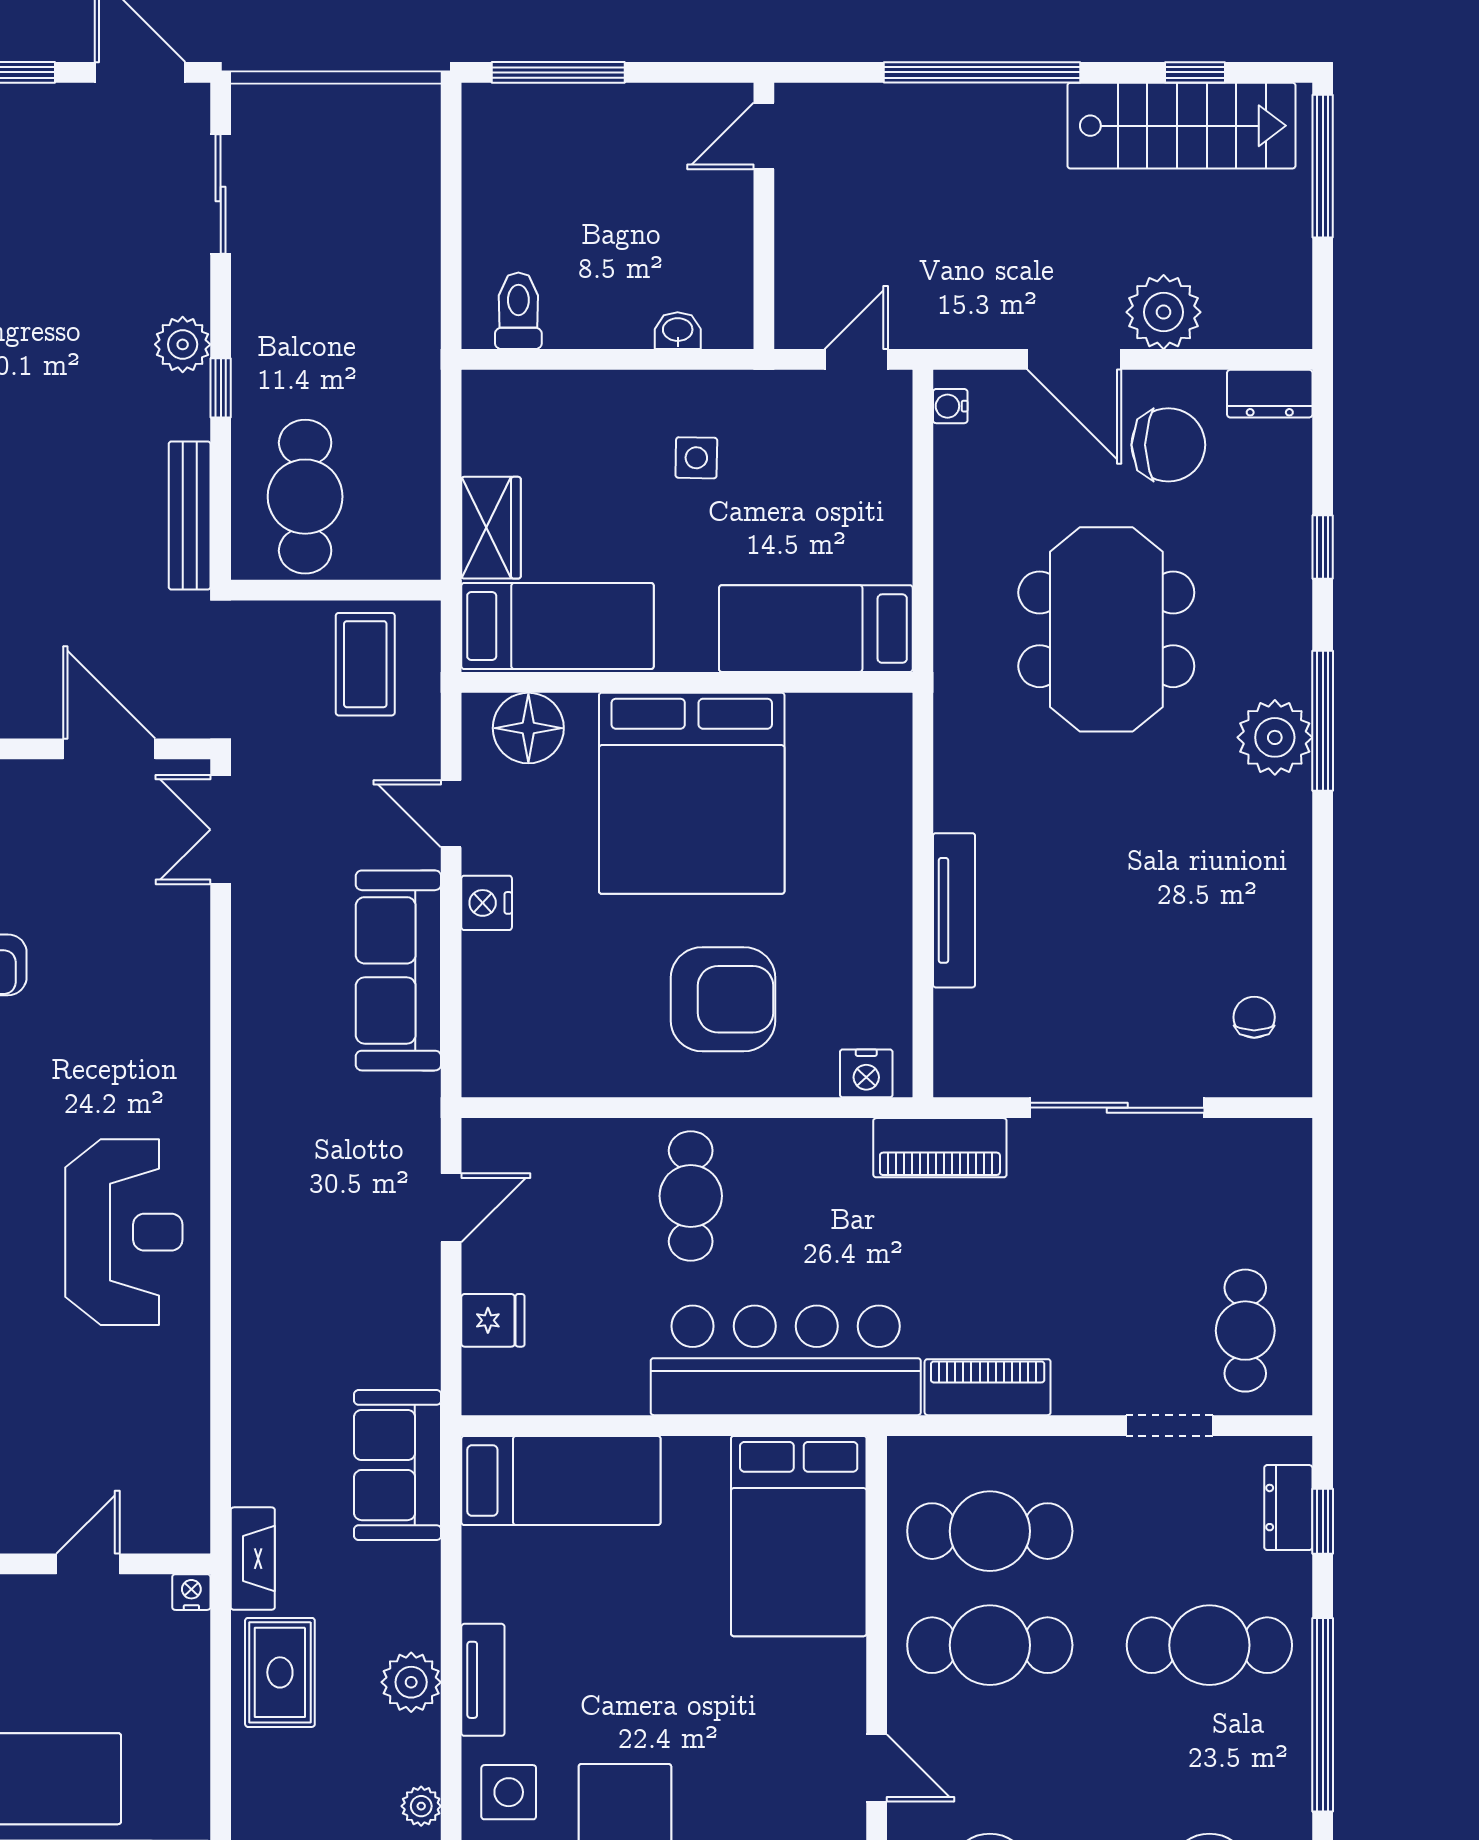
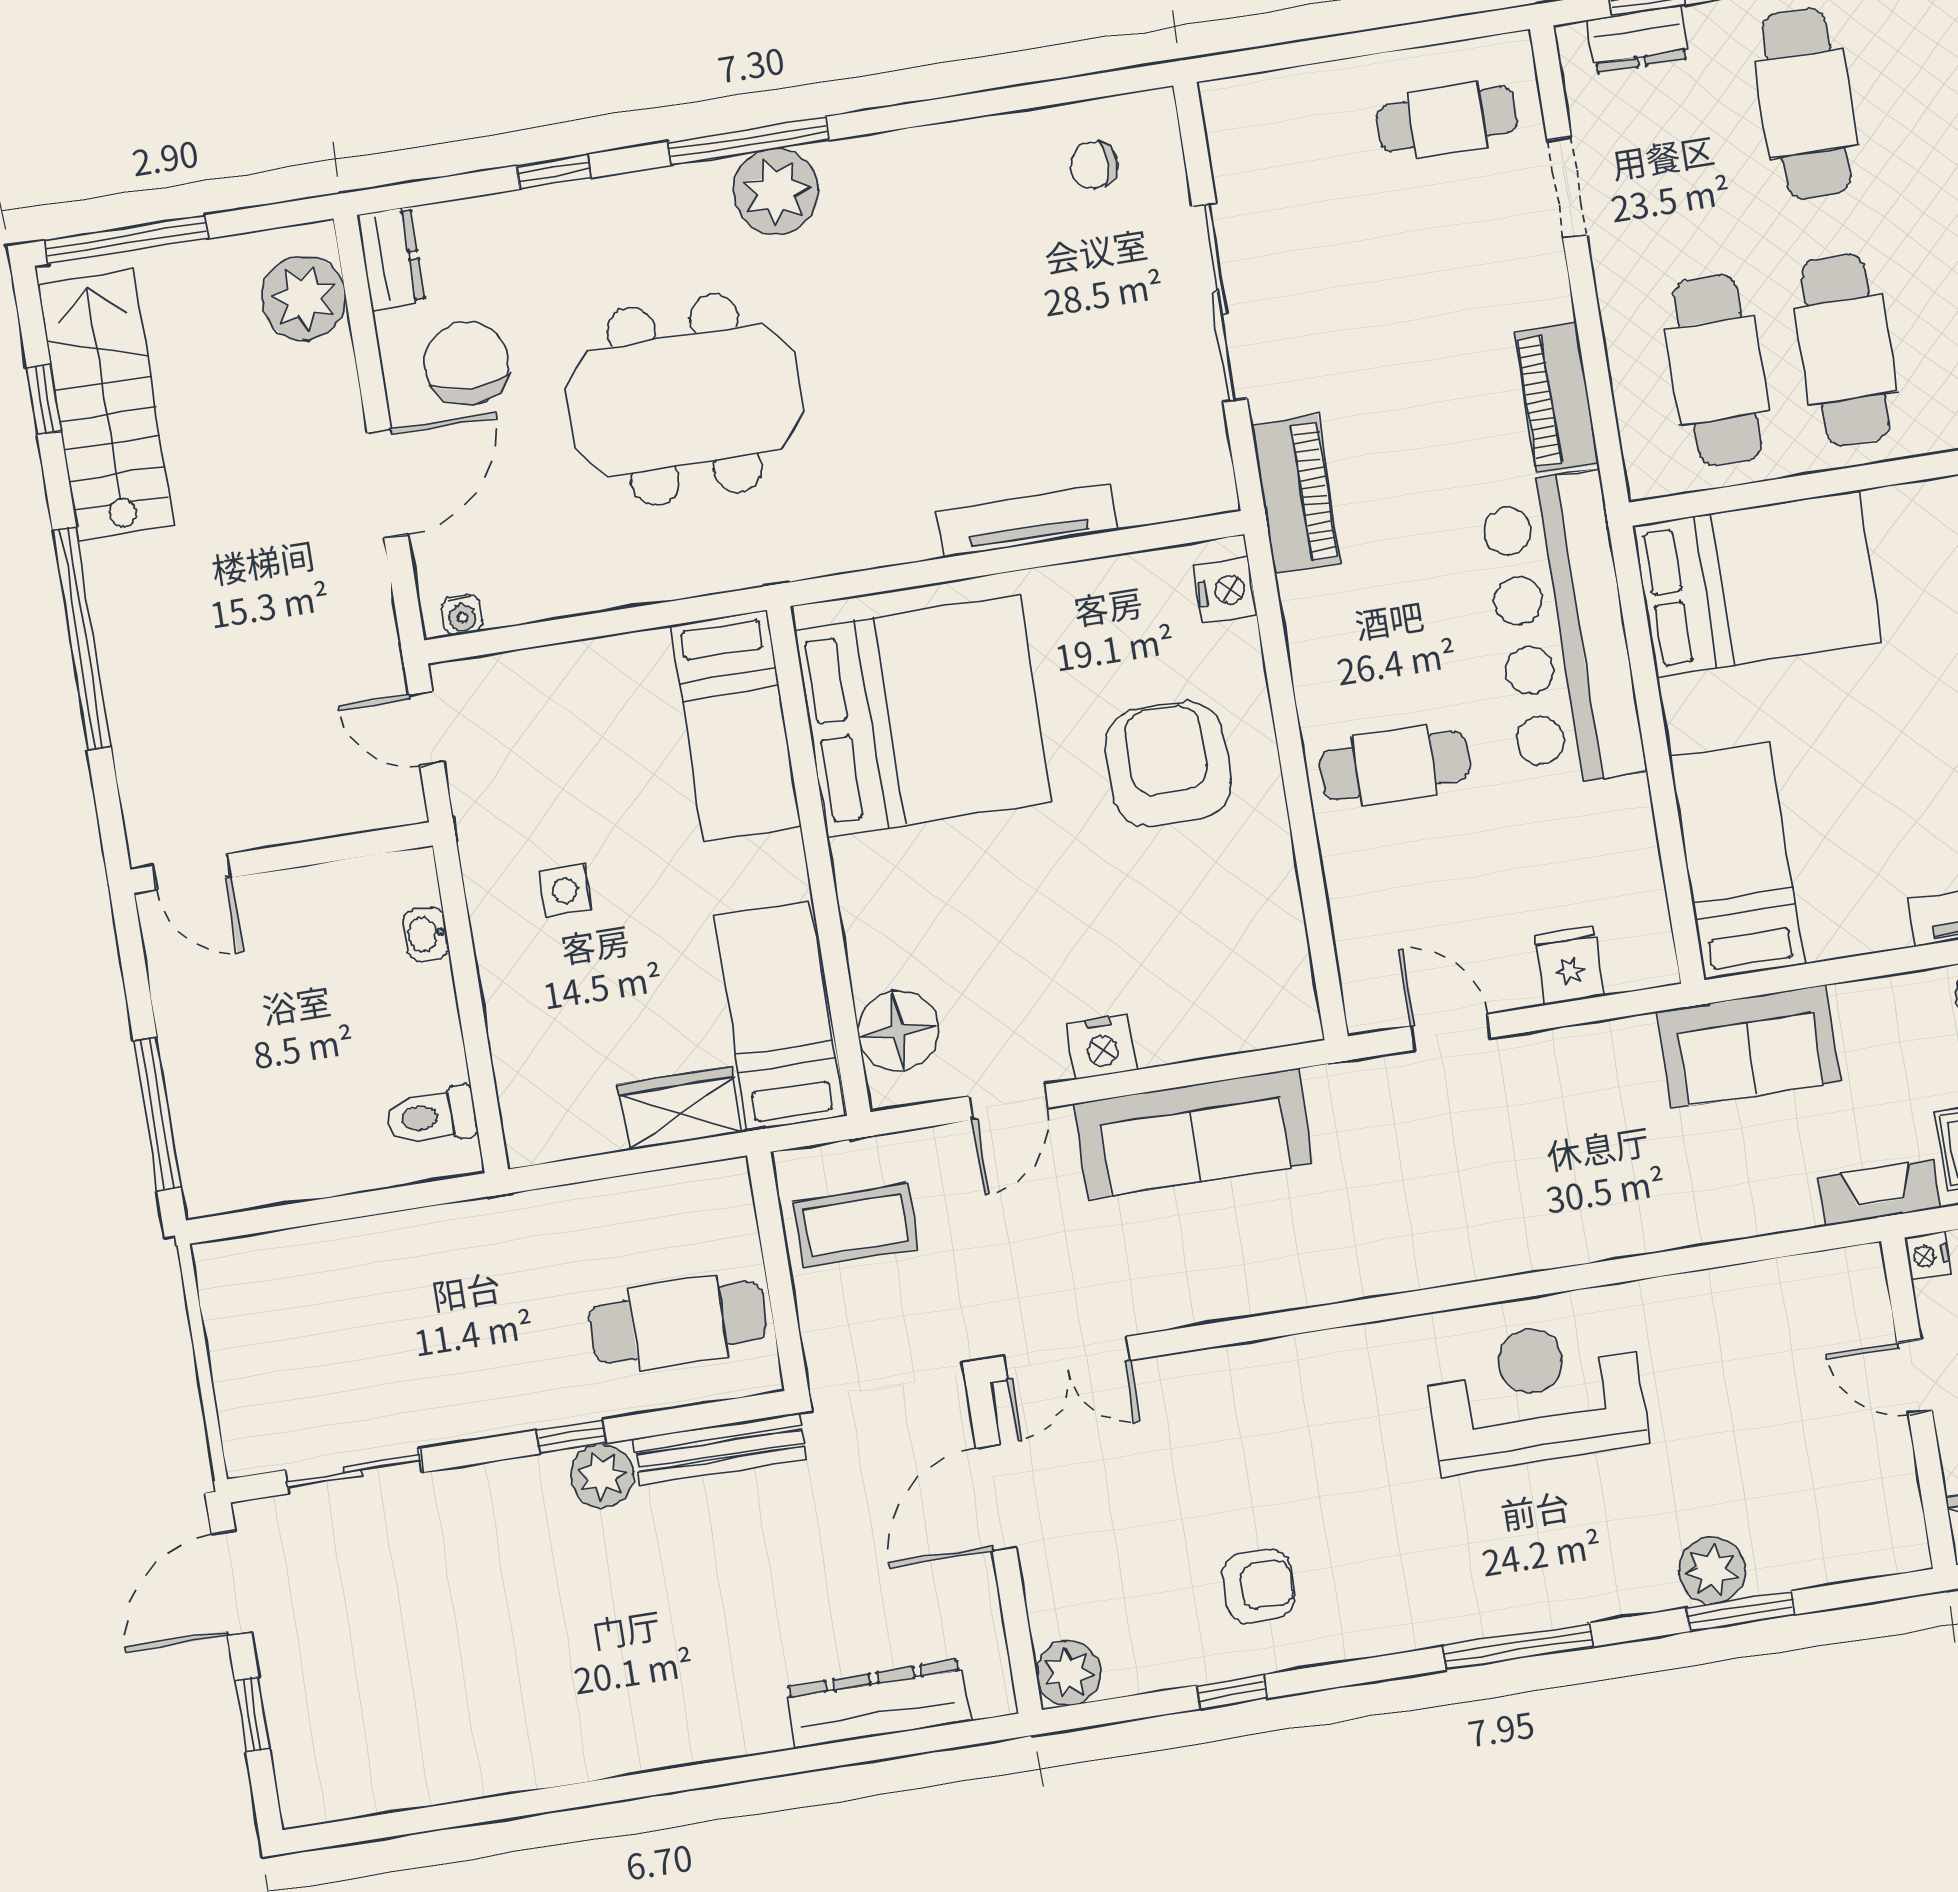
plant: (1164, 312) -> (304, 298), moved
plant: (183, 344) -> (602, 1476), moved
bed: (692, 793) -> (923, 716), moved

